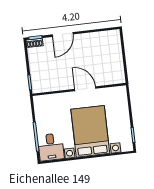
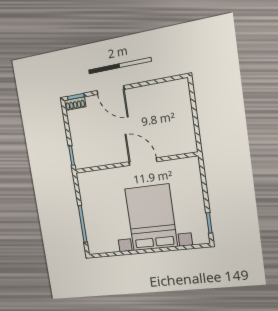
door: (63, 34) -> (111, 90), hinge flipped
desk: (51, 147) -> (102, 237), removed

